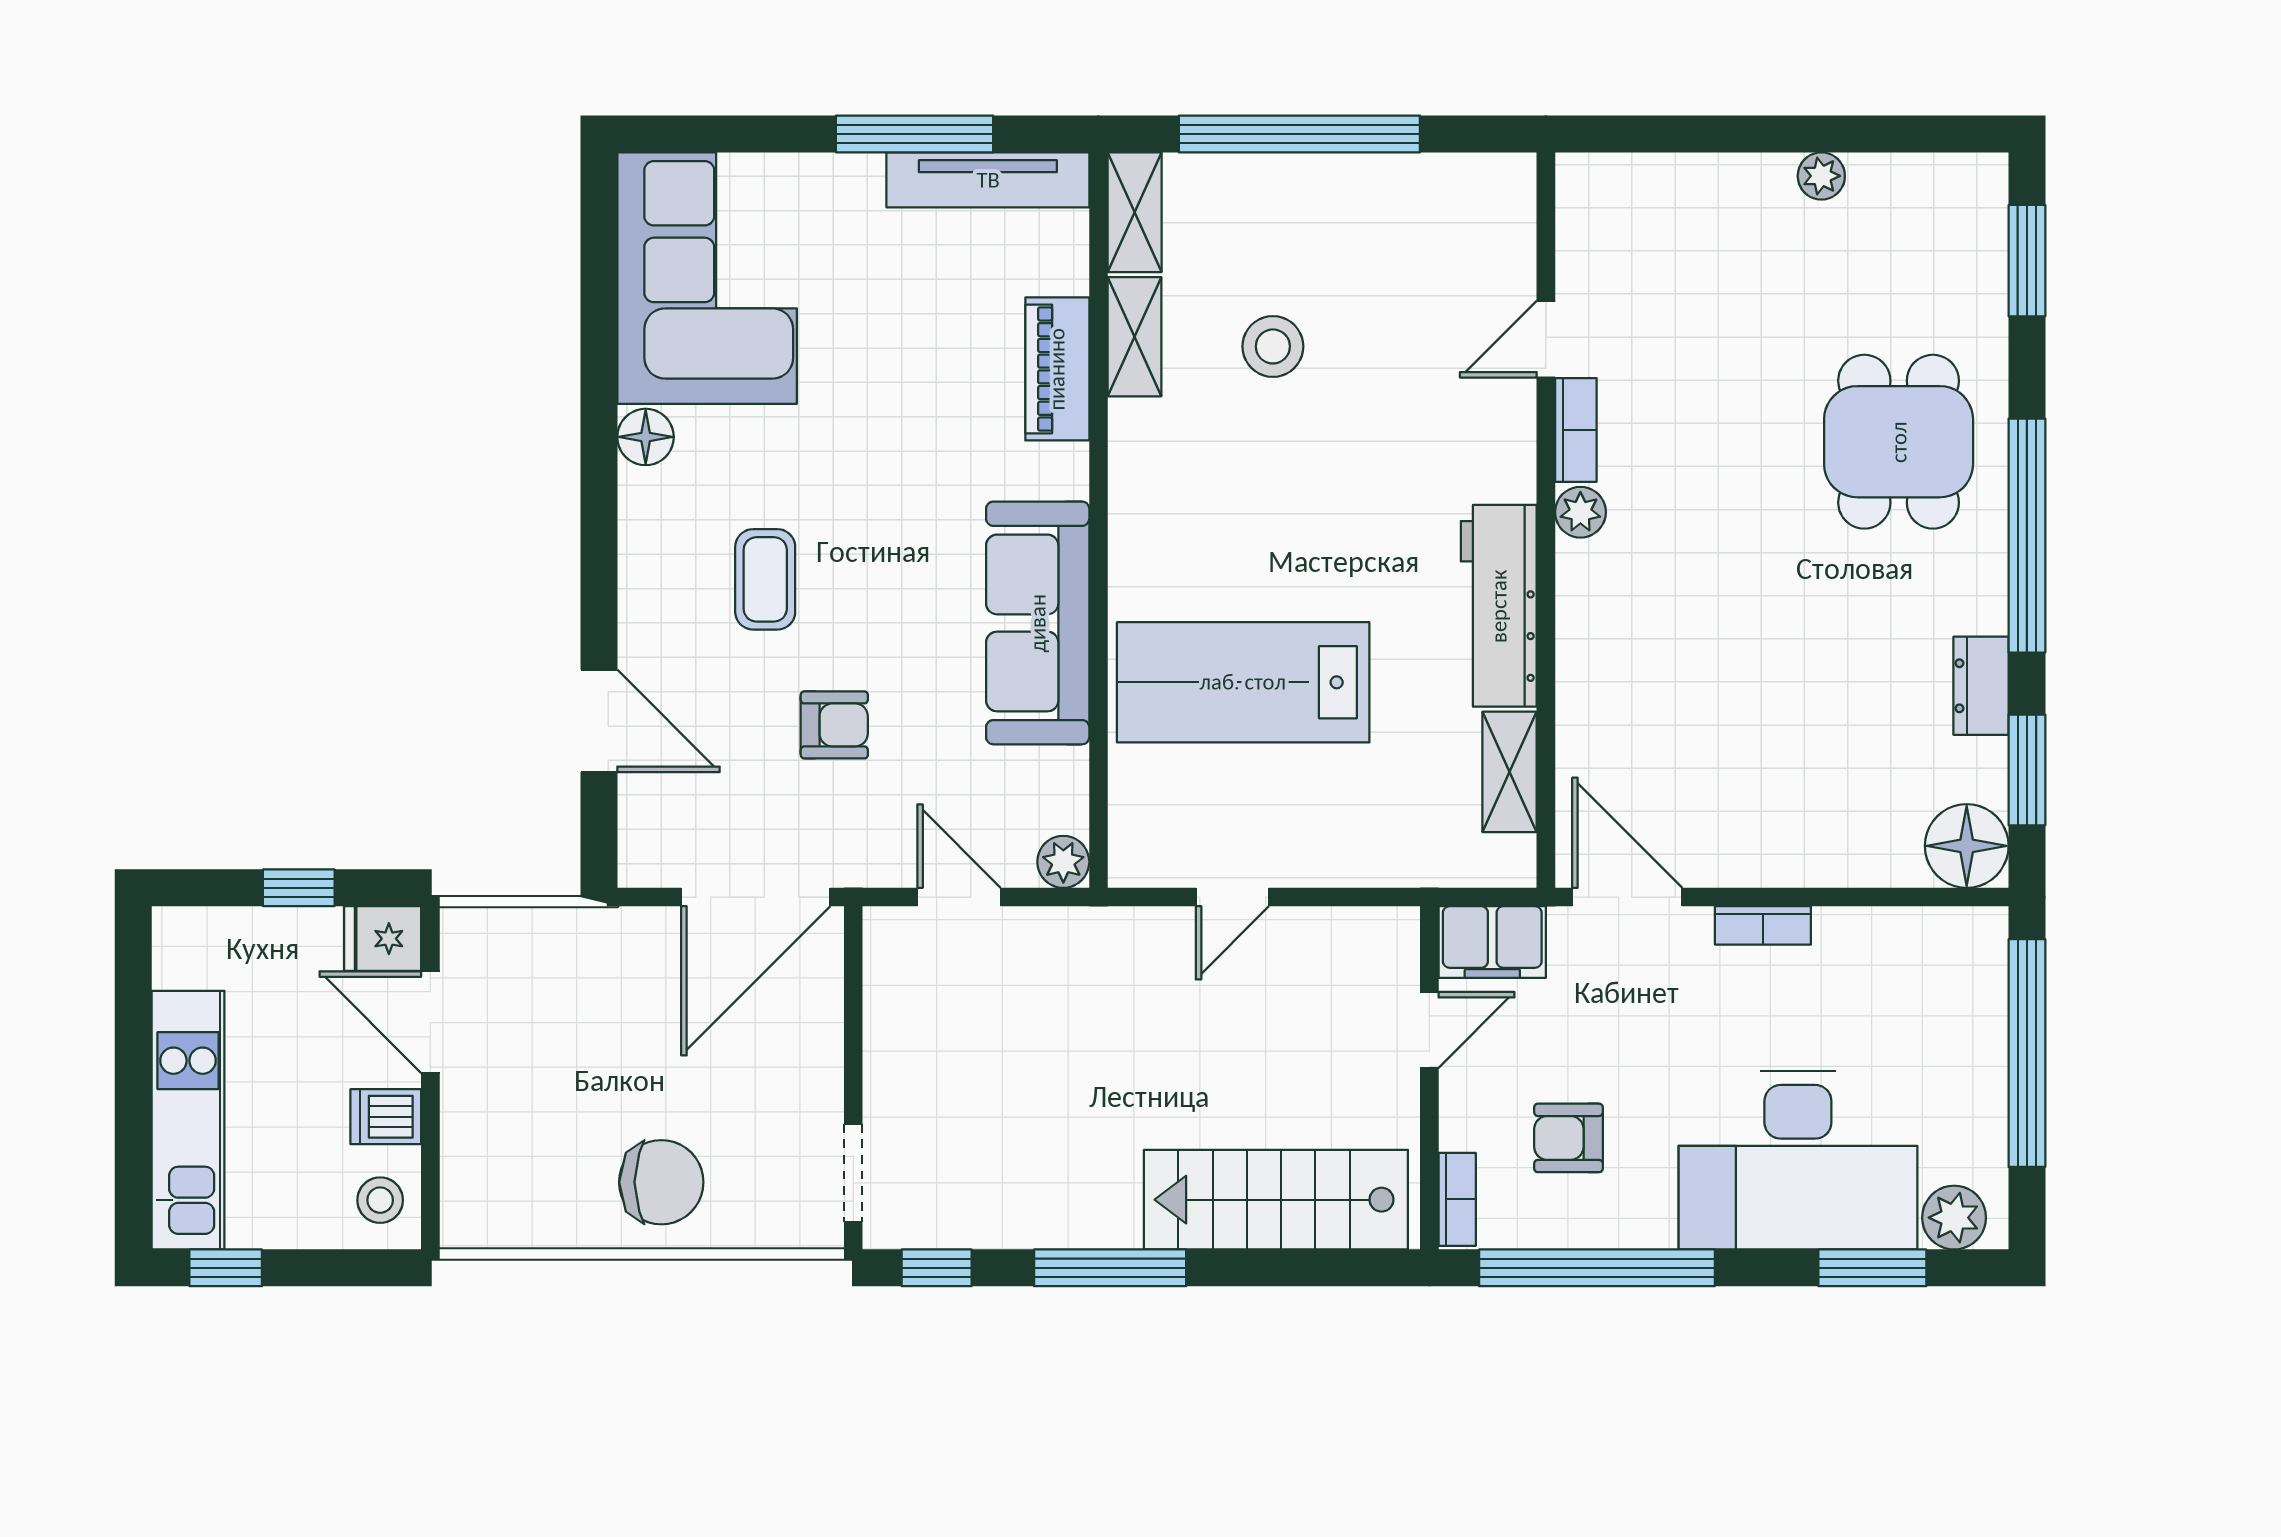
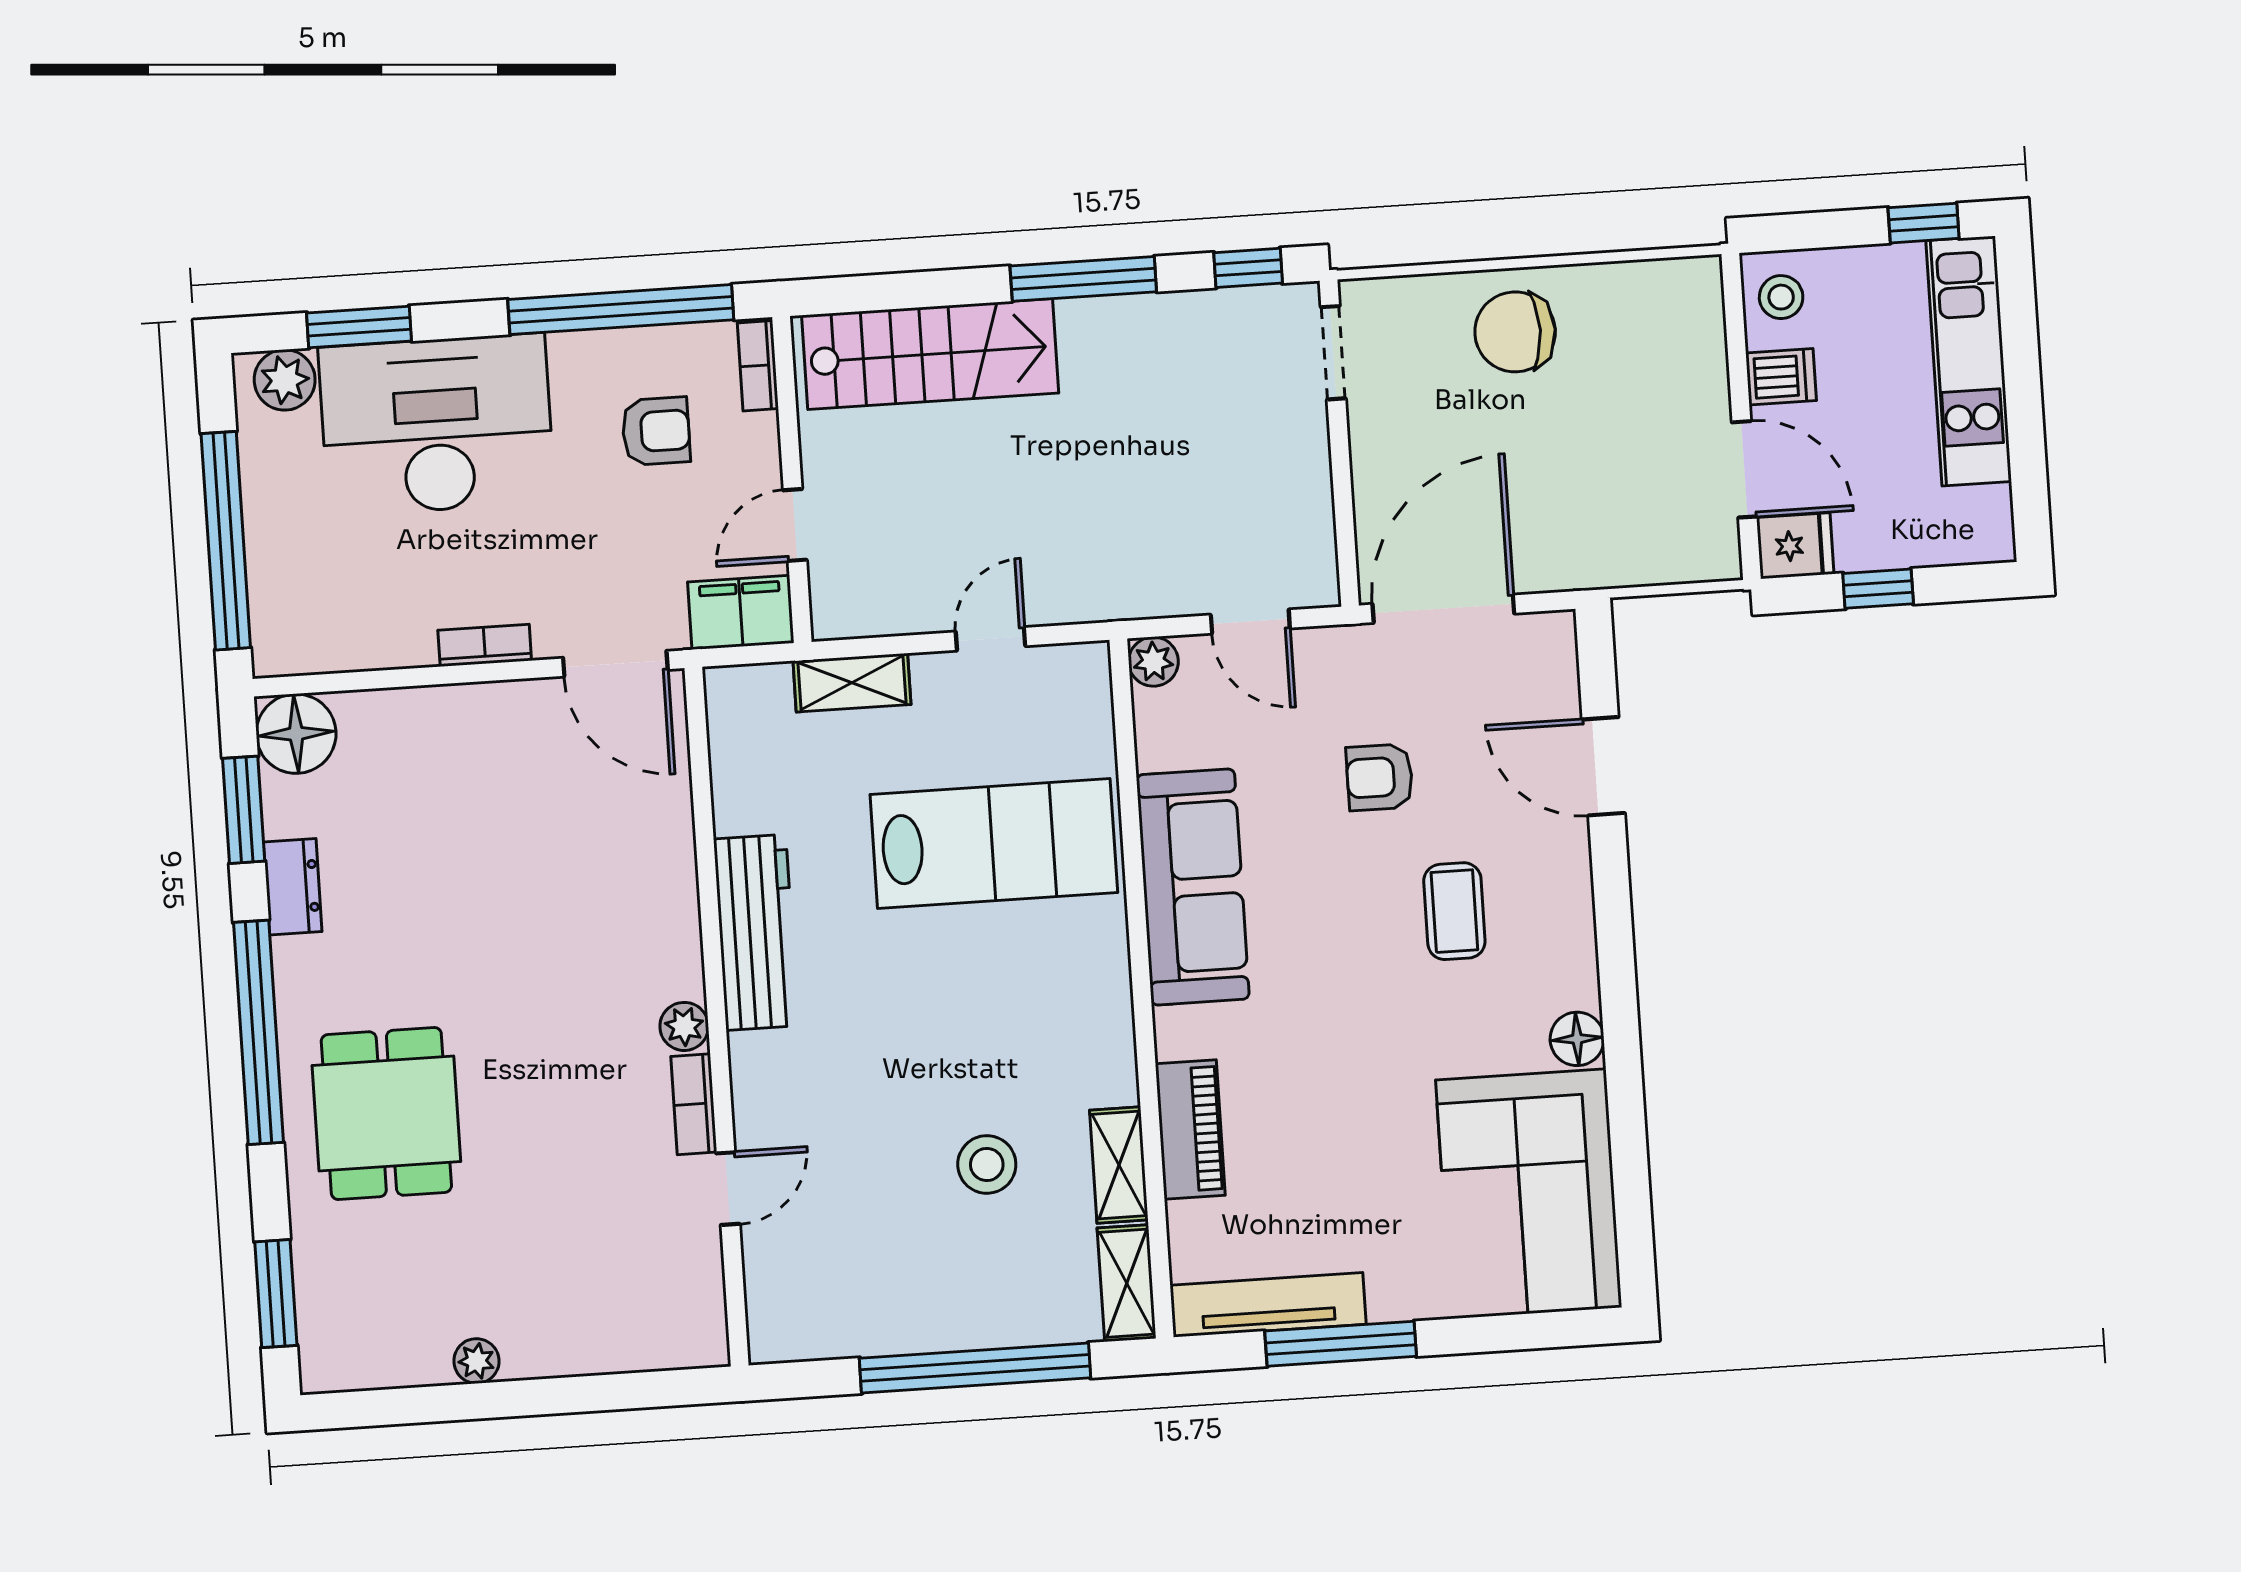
shelving: (1510, 772) -> (852, 683), moved, turned 90

